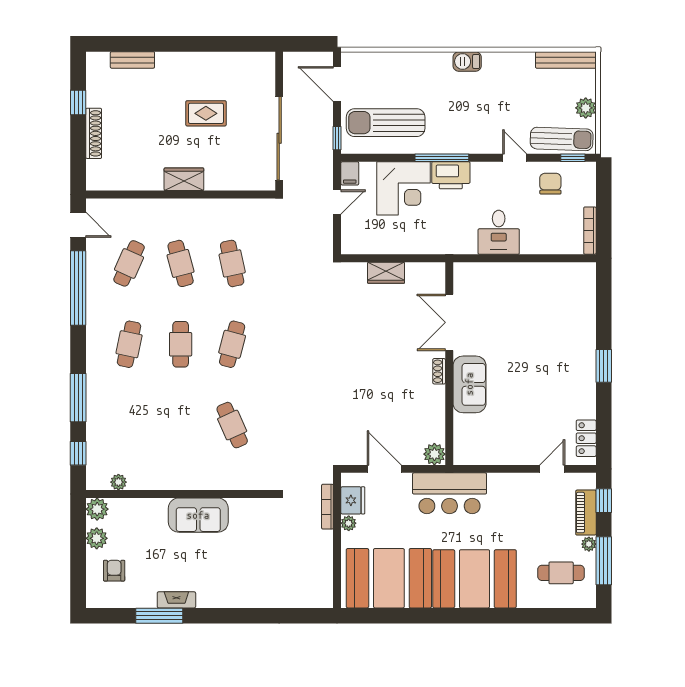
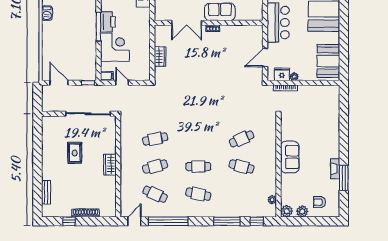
door: (337, 84) -> (59, 83), swing flipped
sun lounger: (386, 123) -> (80, 57), removed
cafe table: (232, 344) -> (242, 167), moved
plant: (434, 454) -> (257, 31), removed
booth: (389, 578) -> (328, 61), width x0.73, depth x0.70

